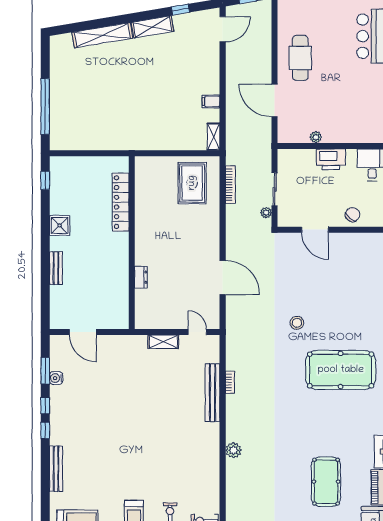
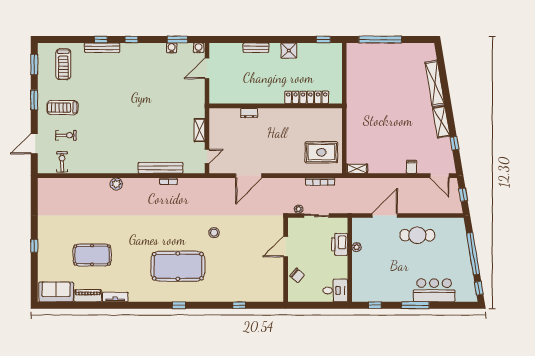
filing cabinet: (211, 101) -> (412, 167), moved
printer: (331, 159) -> (340, 244), moved
water cooler: (56, 343) -> (199, 48), added
pool table: (341, 370) -> (178, 266), turned 90
window: (45, 406) -> (101, 39), moved

